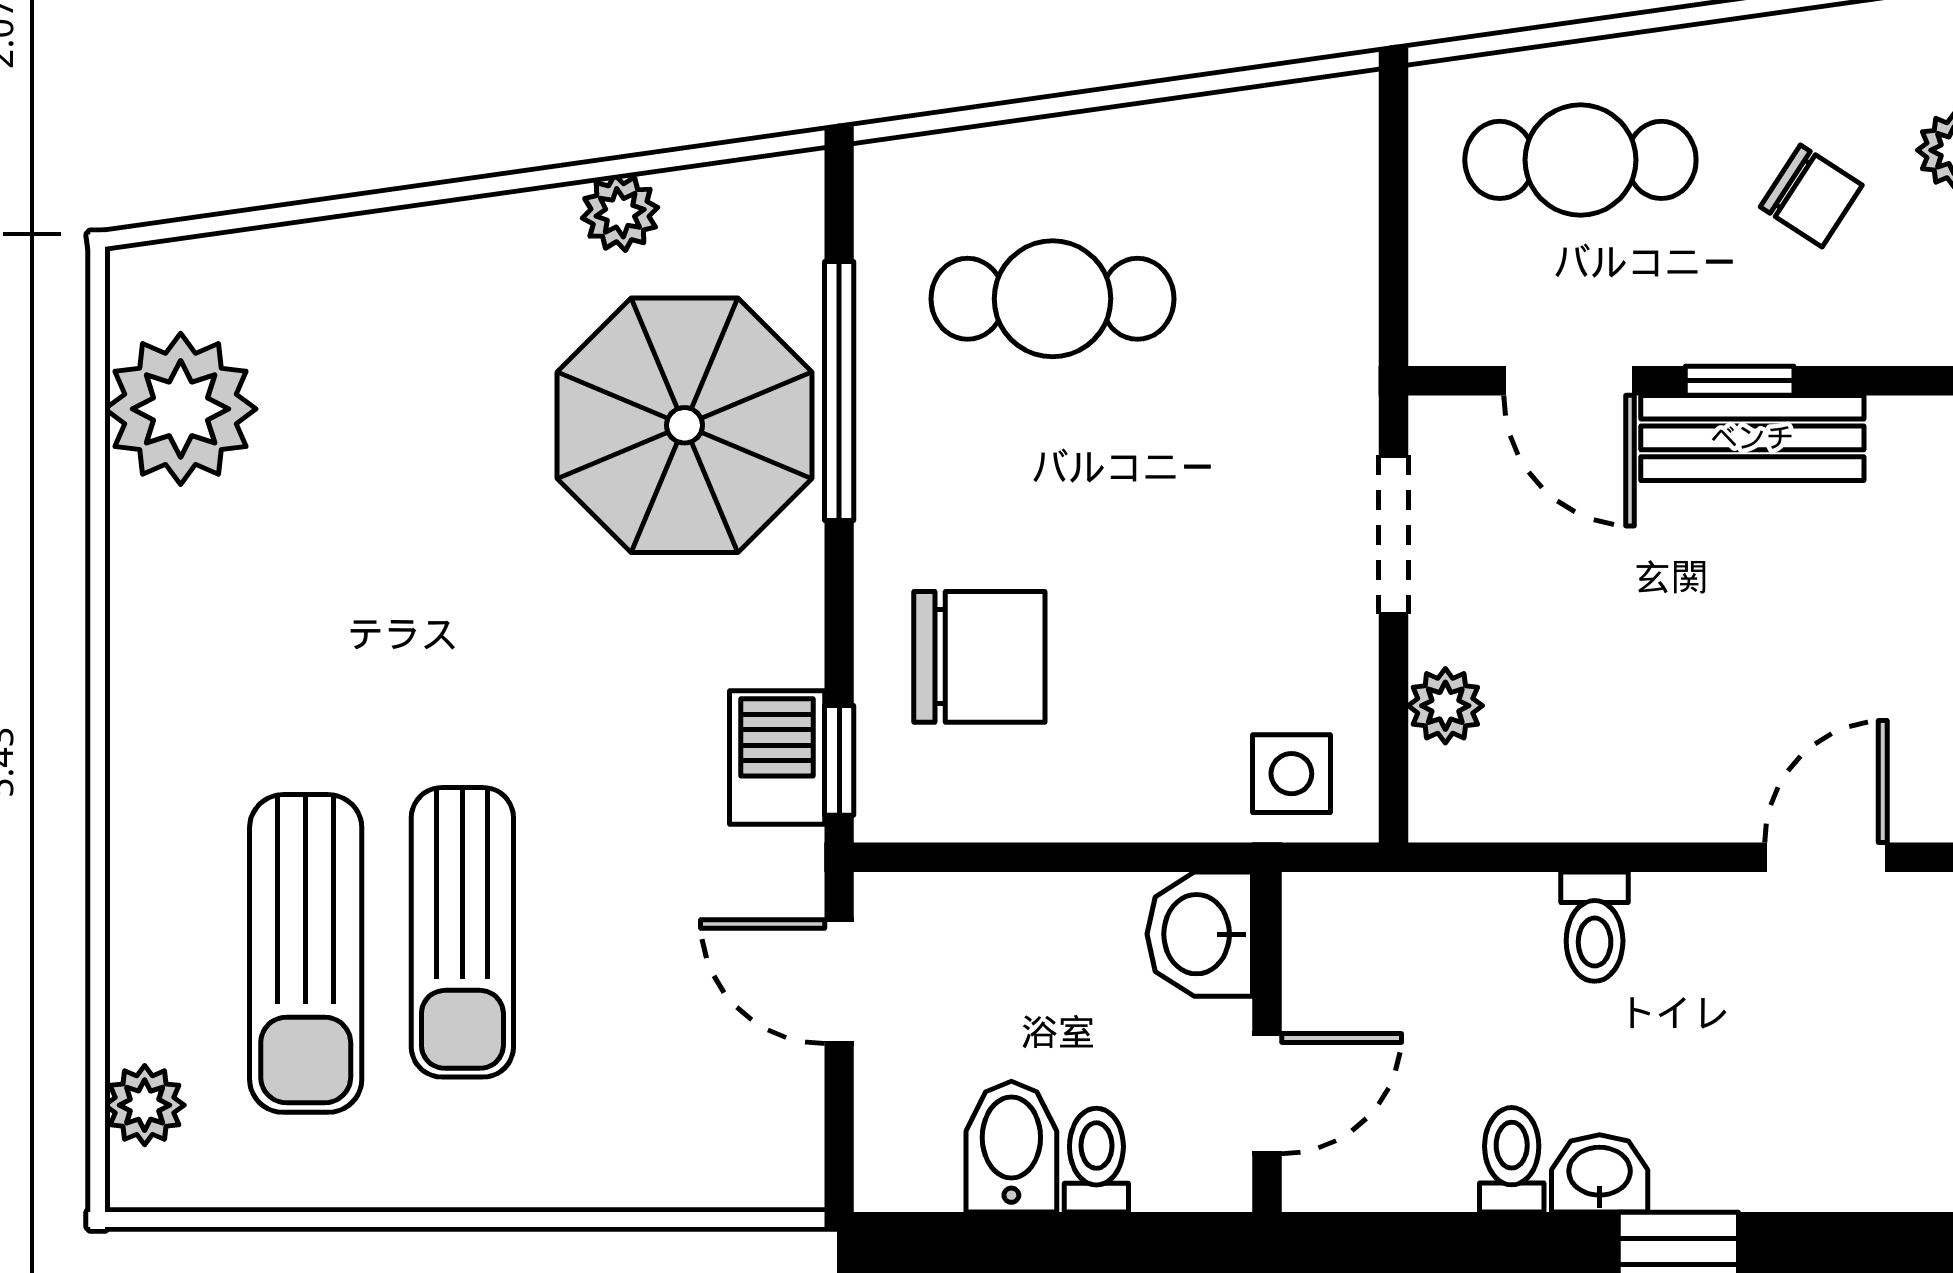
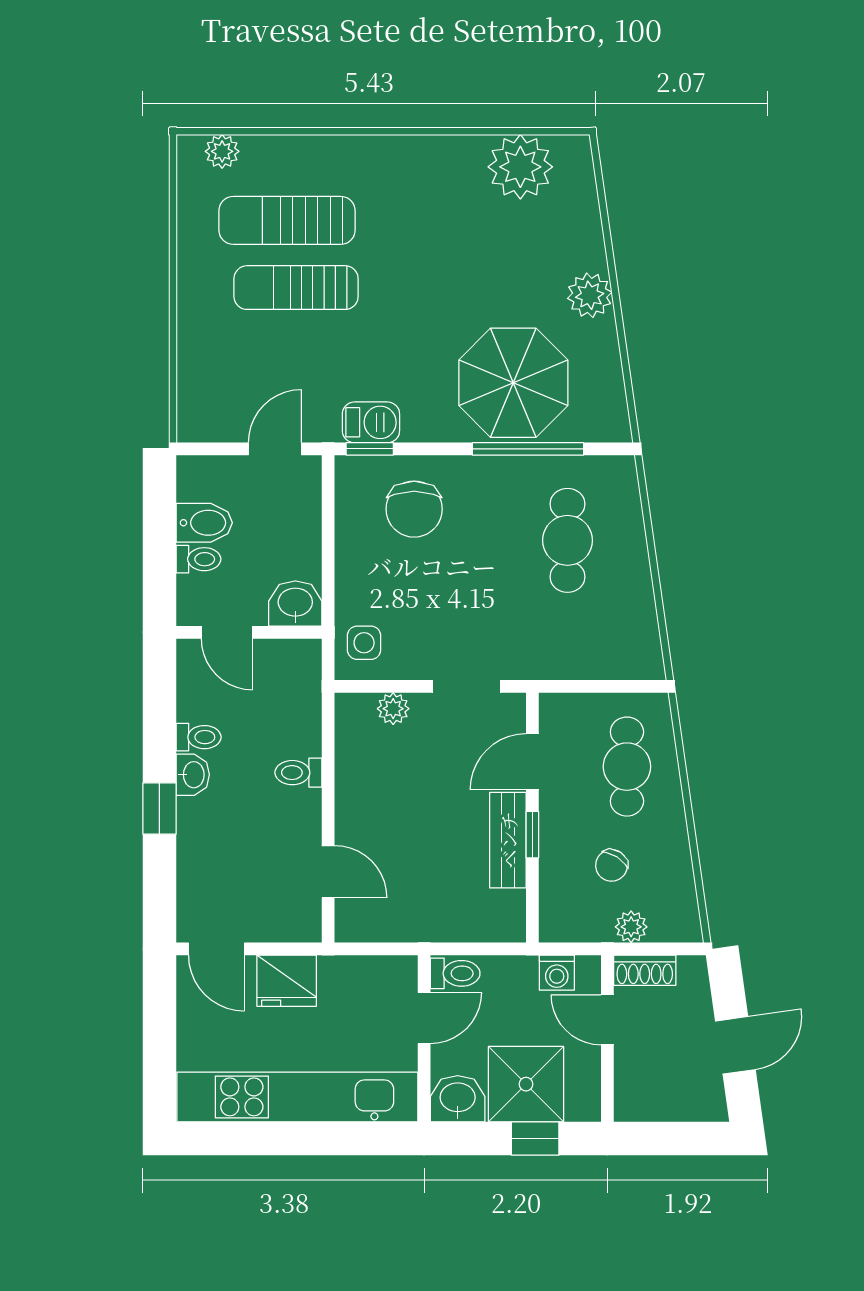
plant: (620, 213) -> (590, 295), moved, width x1.38, depth x1.38

